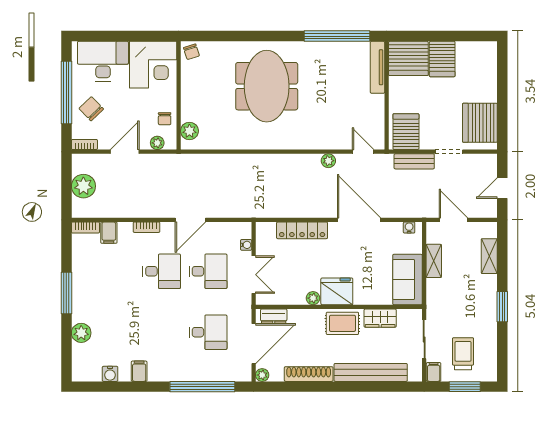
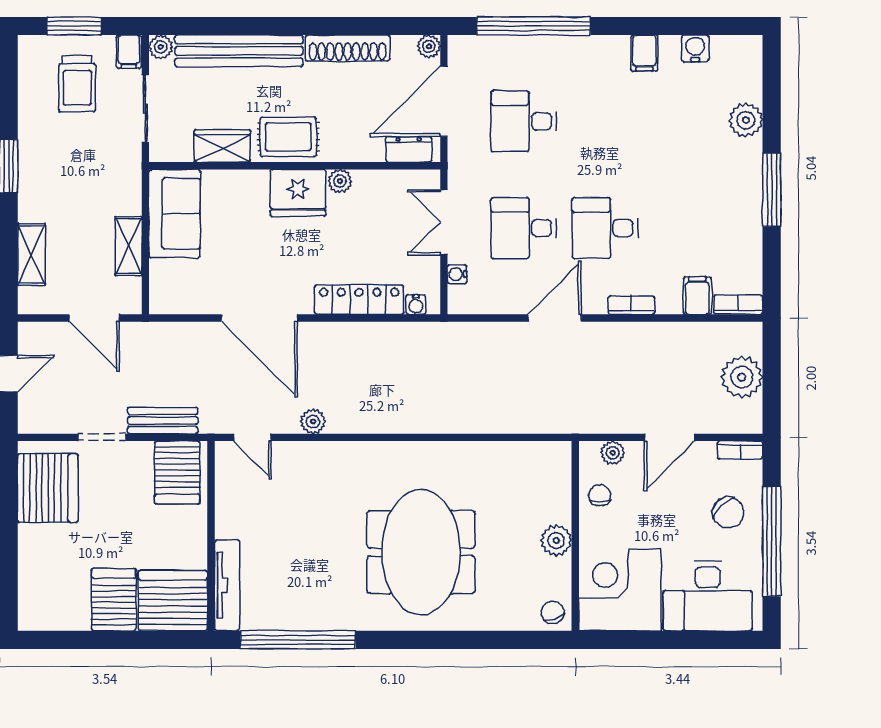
plant: (189, 131) -> (556, 540), moved
water cooler: (409, 228) -> (416, 305), moved
plant: (415, 375) -> (161, 47), added

